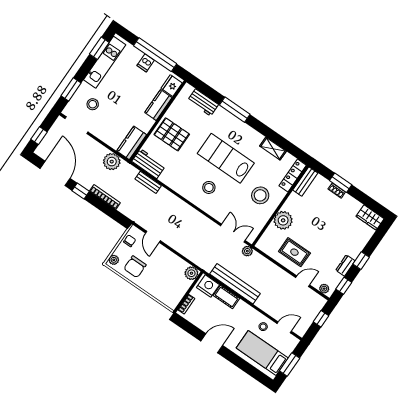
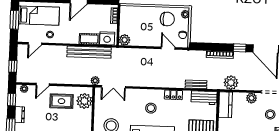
plant: (101, 133) -> (252, 98), added
locker: (178, 186) -> (173, 95), added
plant: (283, 220) -> (84, 101), moved
chair: (135, 267) -> (167, 19), turned 90

